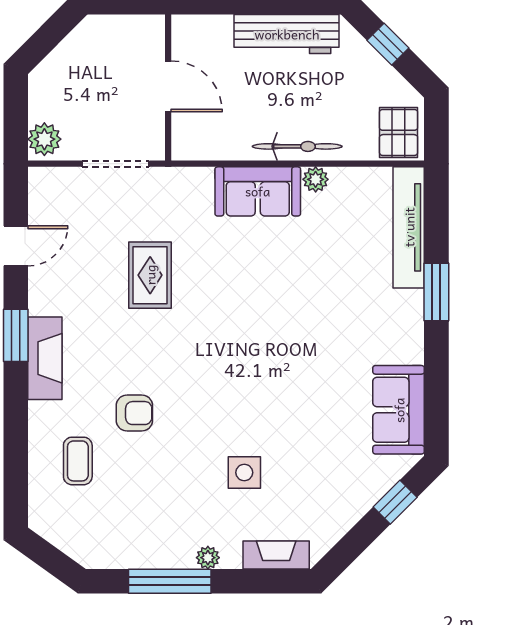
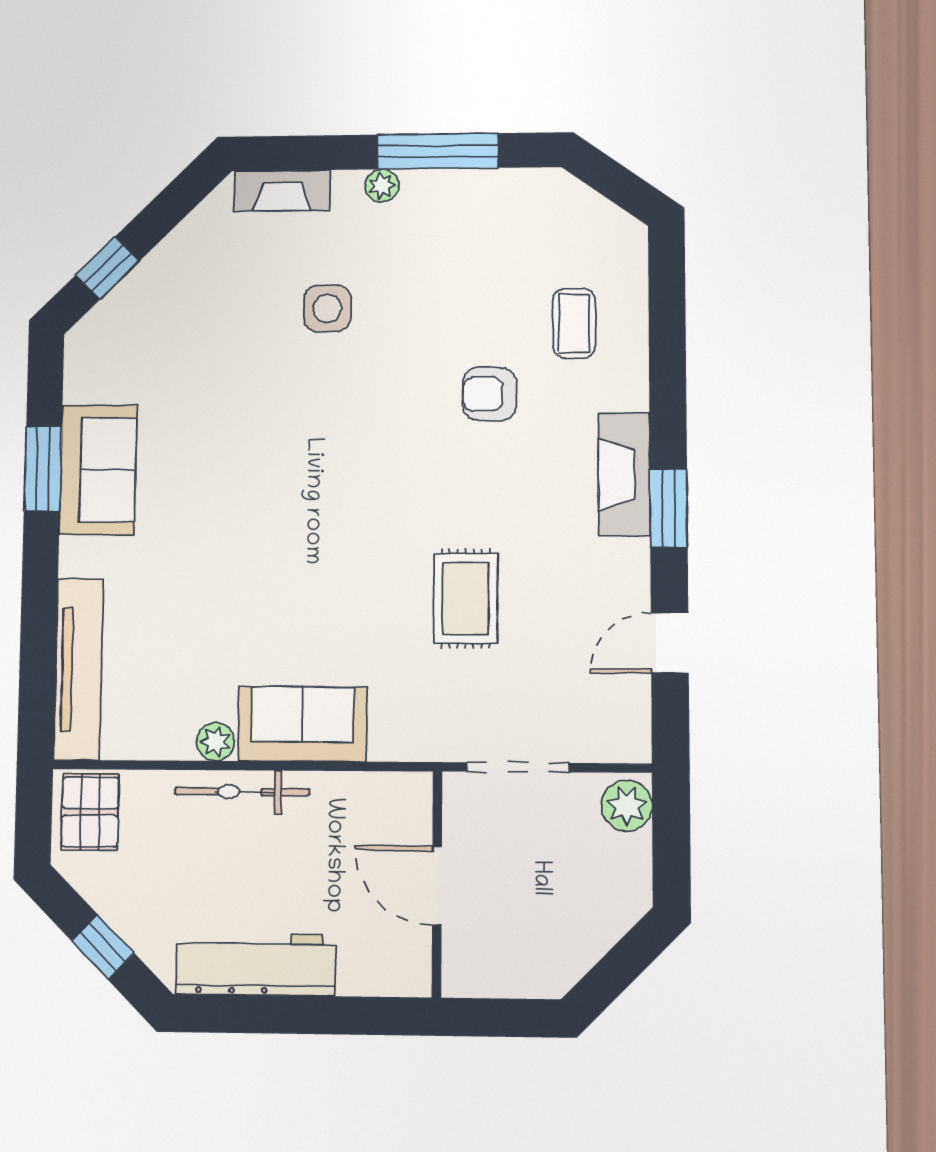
window: (436, 292) -> (43, 469), moved
sofa: (399, 410) -> (98, 470), moved

